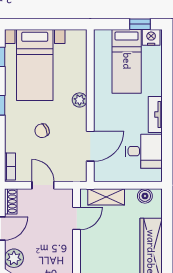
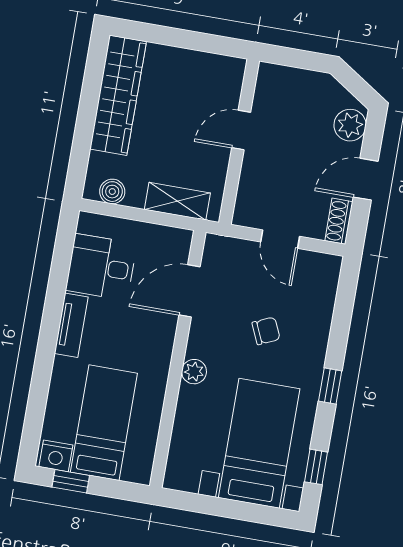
bookcase: (10, 166) -> (330, 280), removed
door: (77, 218) -> (241, 130), moved

